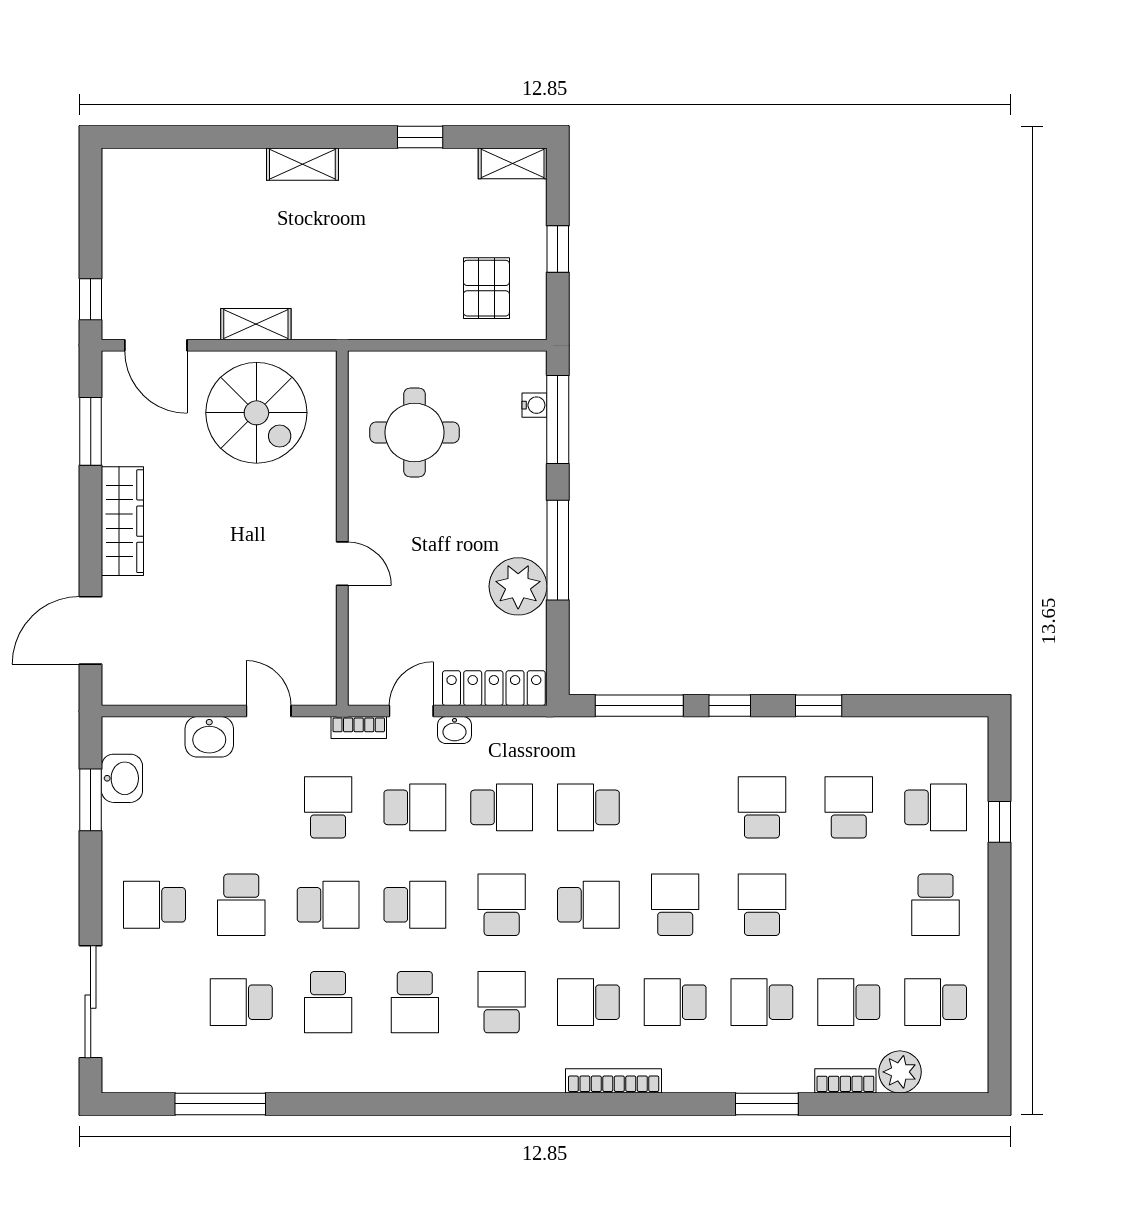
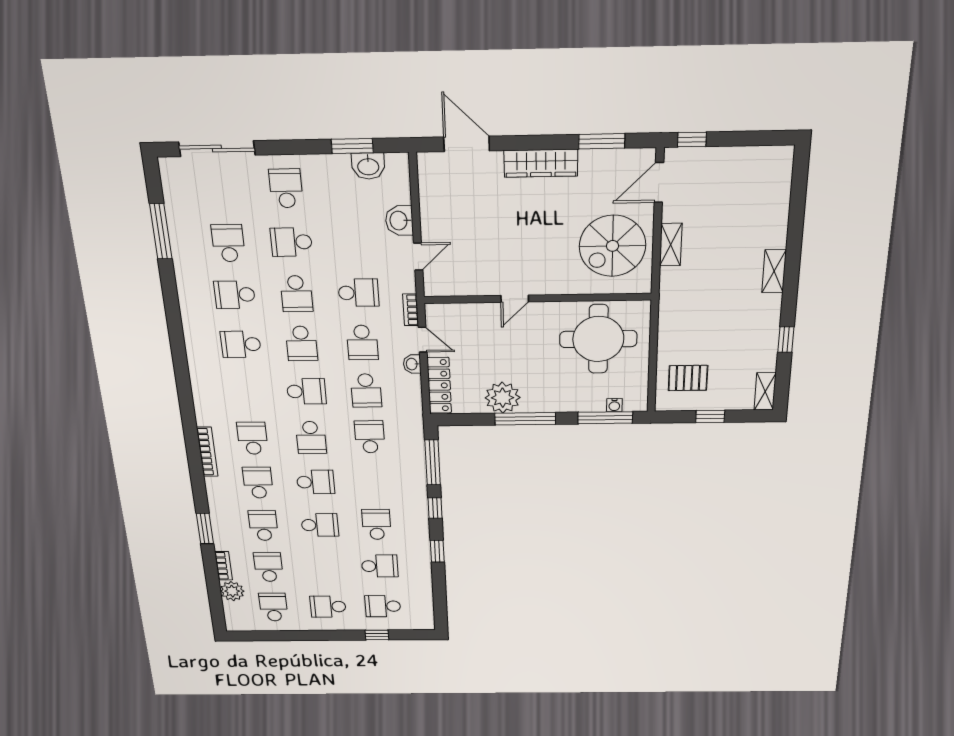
round table: (414, 432) -> (598, 339), width x1.36, depth x1.36
school desk: (762, 807) -> (376, 524), turned -90
school desk: (936, 807) -> (383, 606), turned 90
school desk: (502, 1002) -> (247, 392), removed

